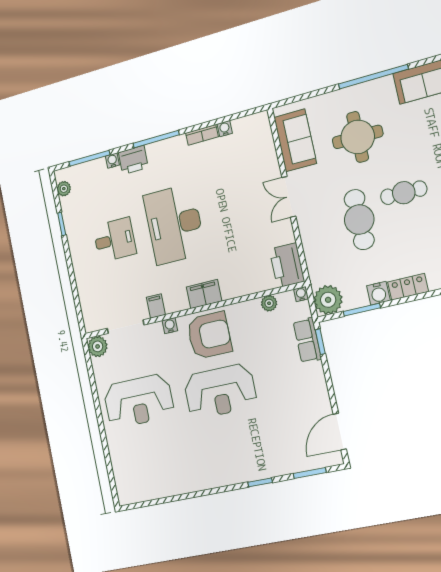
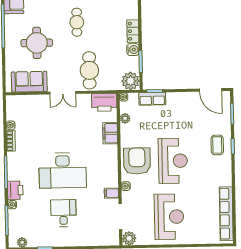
cafe table: (359, 220) -> (89, 70), moved, turned 90
filing cabinet: (204, 294) -> (110, 133), moved
coffee table: (257, 457) -> (217, 145), added
row of seats: (159, 489) -> (226, 214), added

